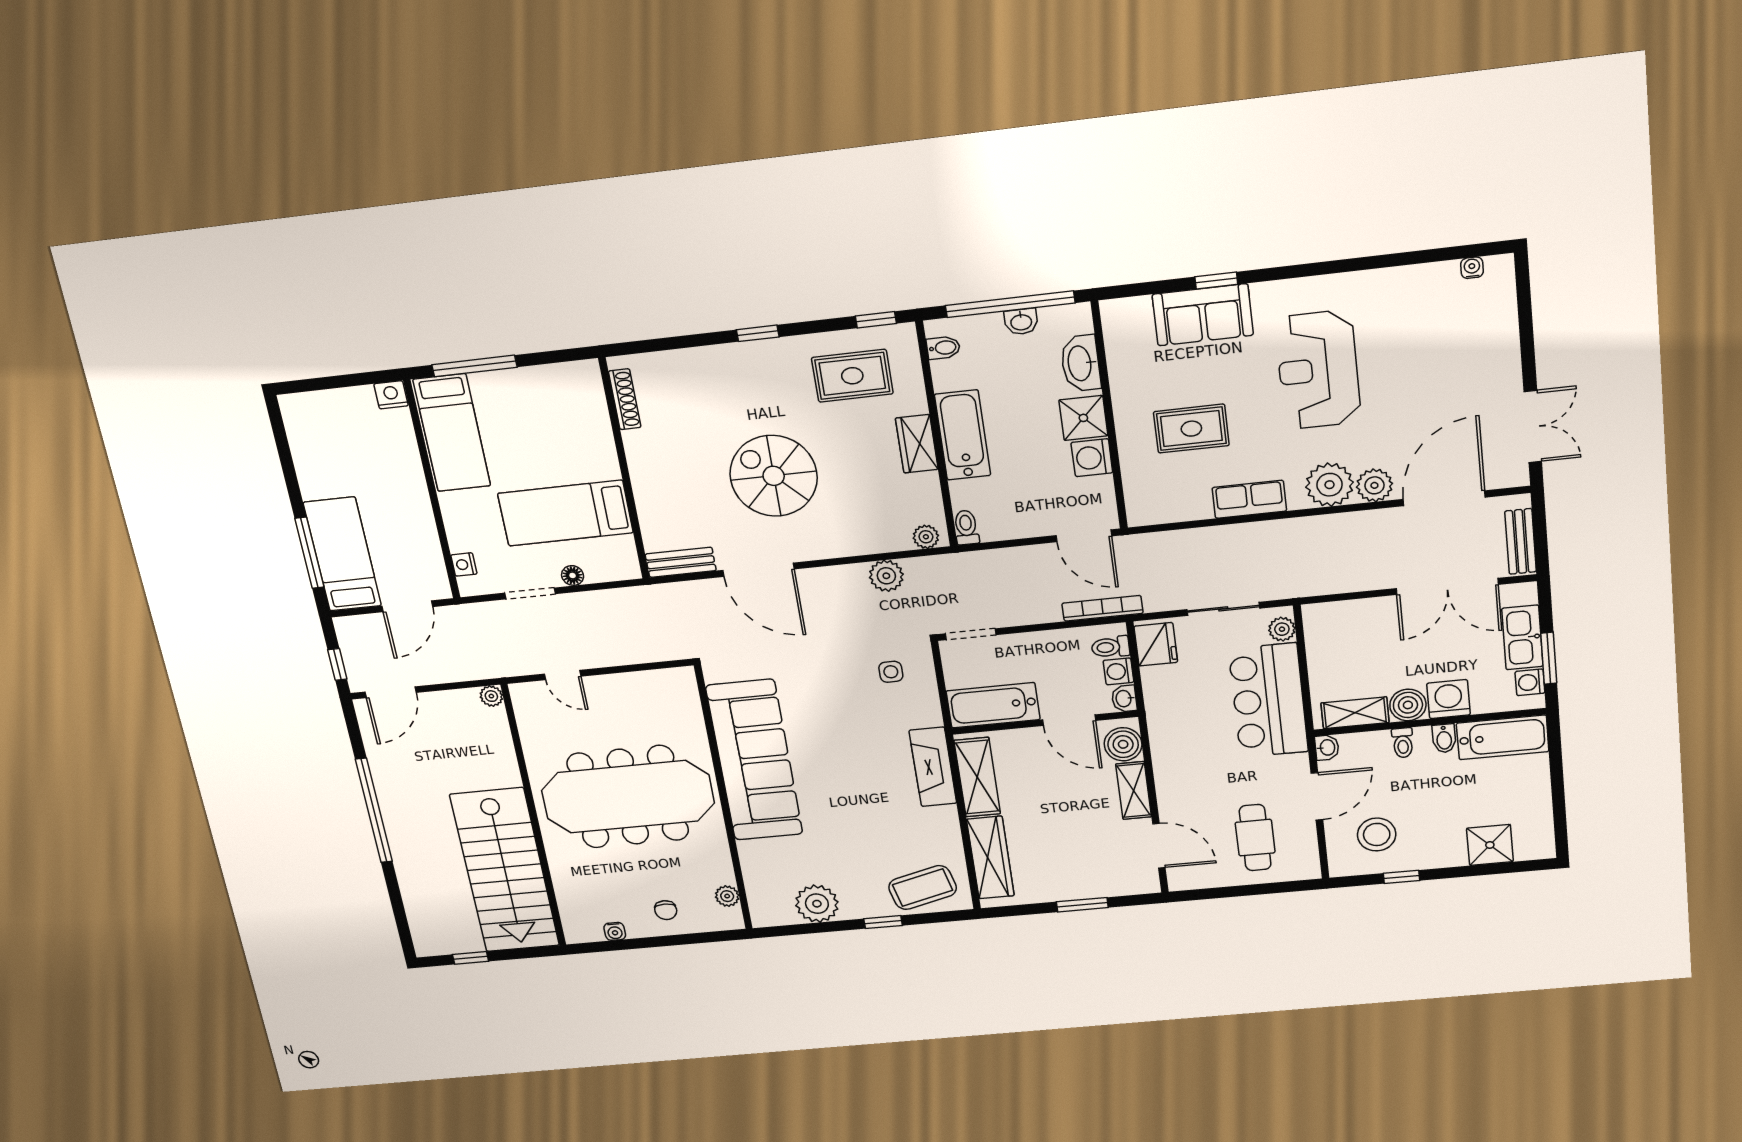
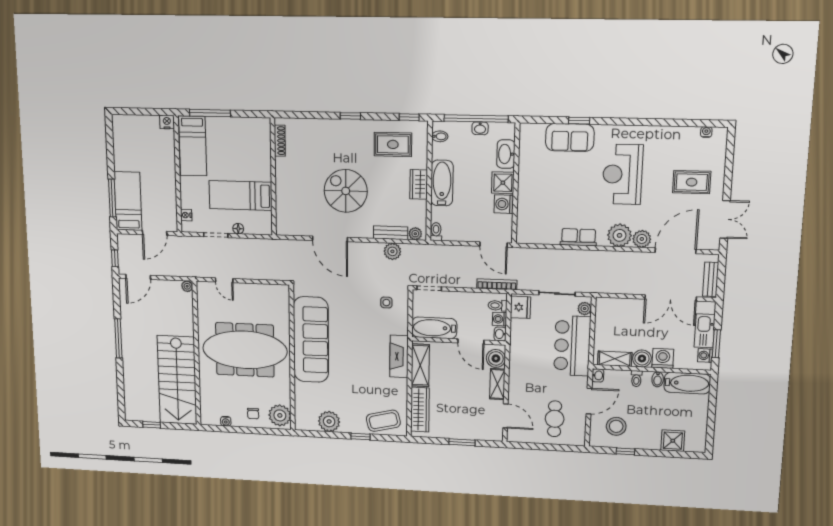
rug: (1191, 429) -> (692, 182), moved
bench: (681, 562) -> (391, 233), moved
window: (374, 811) -> (118, 338), width x0.68
plant: (727, 896) -> (280, 415), width x1.87, depth x1.87

